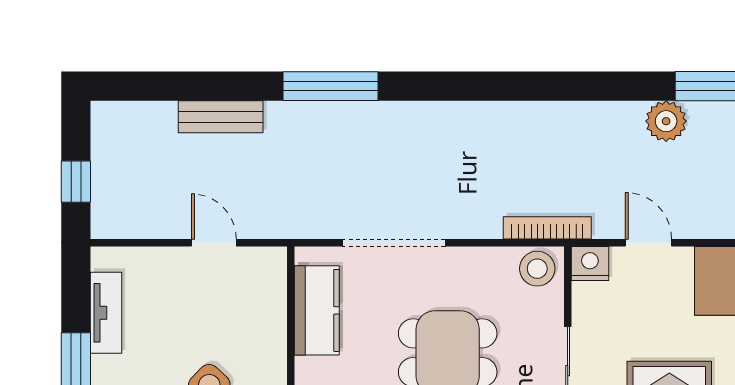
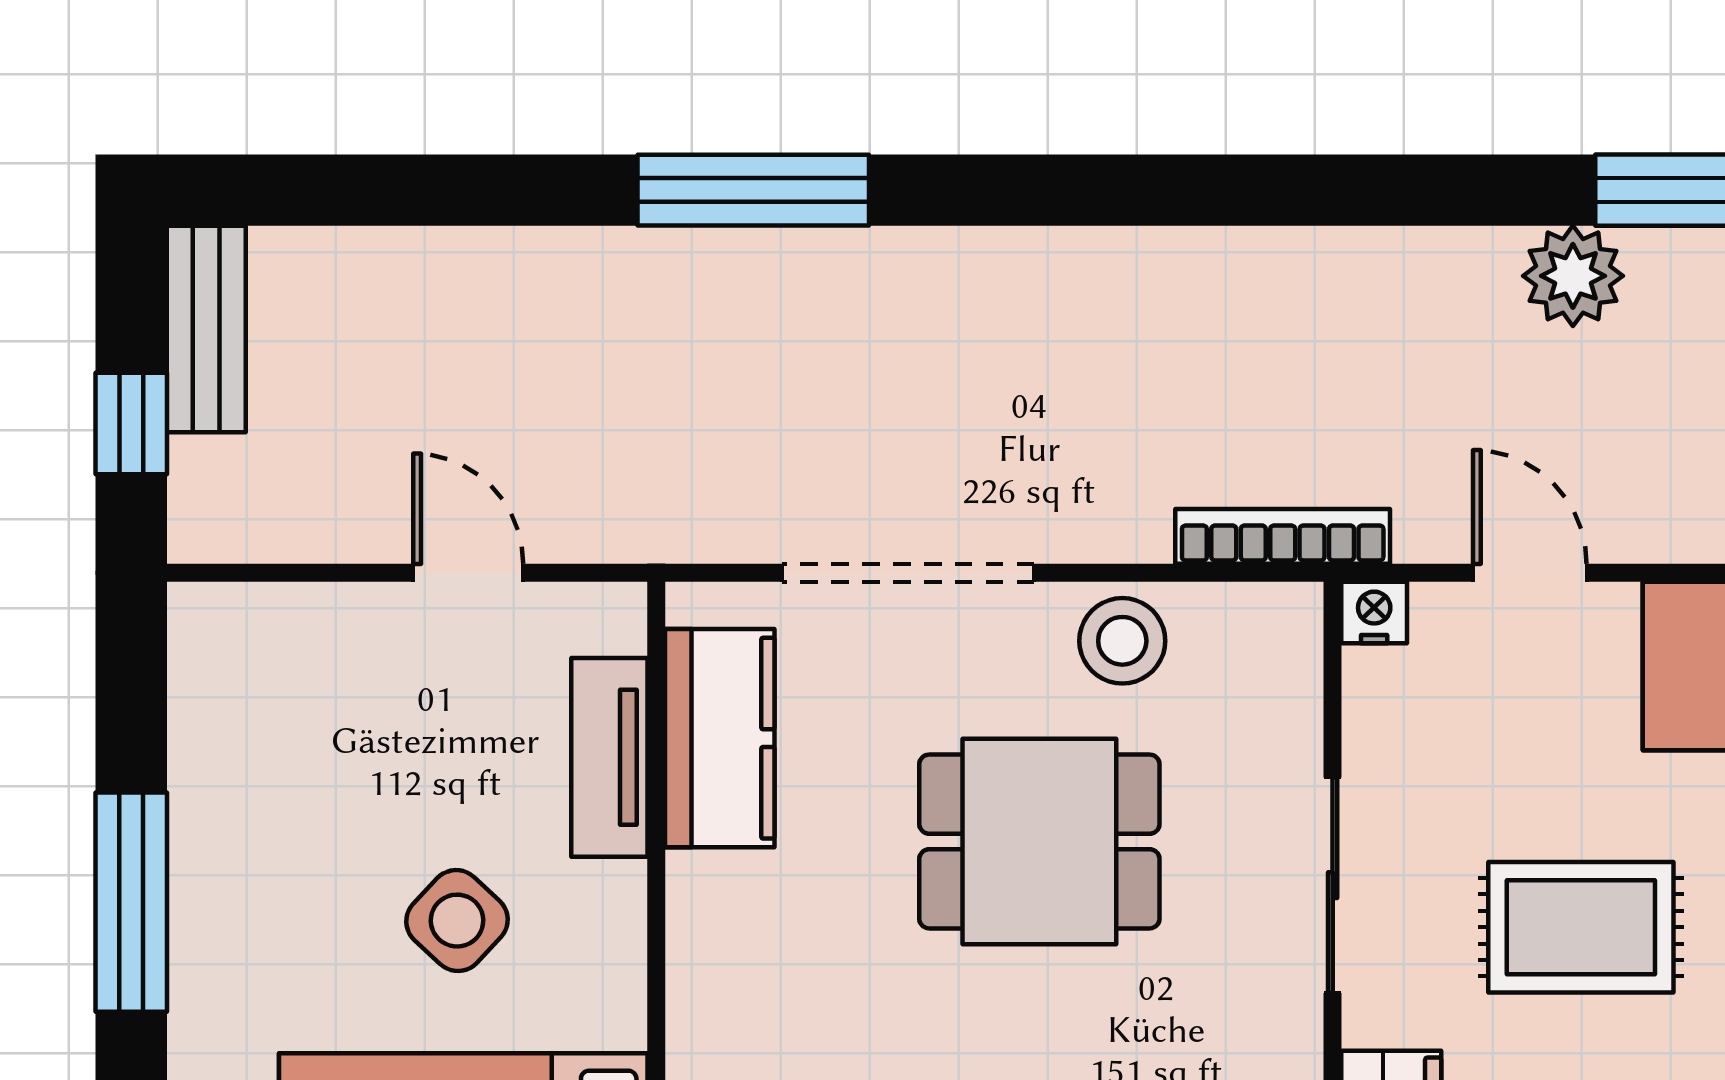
bench: (221, 117) -> (206, 329), moved, turned 90
nightstand: (590, 263) -> (1374, 613), width x0.72, depth x0.74
stool: (537, 269) -> (1122, 641), moved
tv unit: (106, 313) -> (609, 757), moved, turned 180

